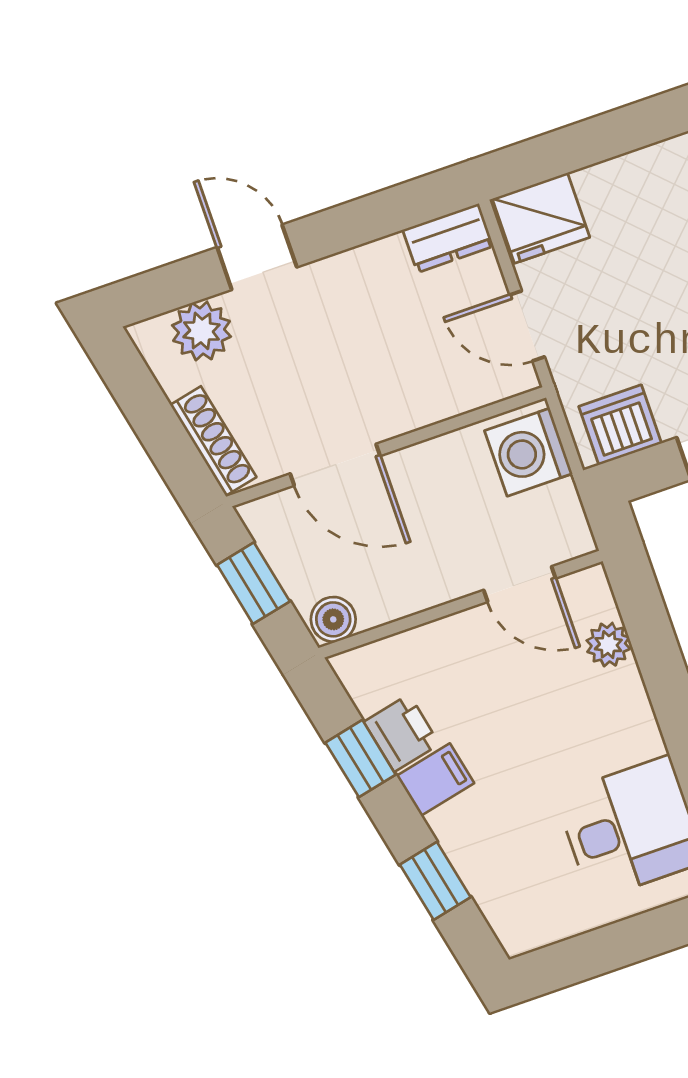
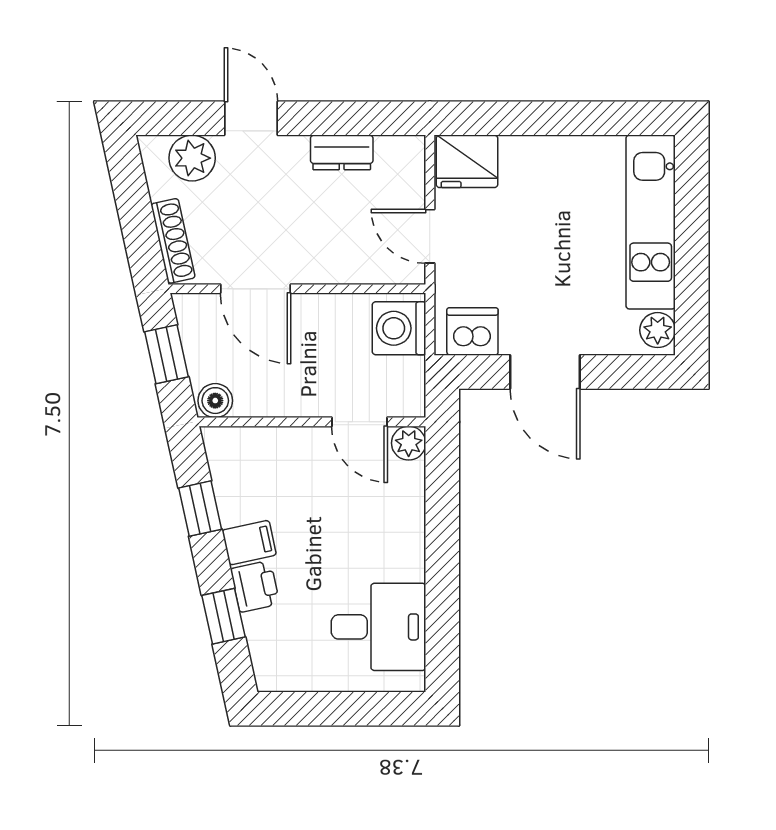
dresser: (448, 238) -> (342, 152), moved
plant: (608, 645) -> (409, 443), moved
printer: (402, 733) -> (255, 586), moved

